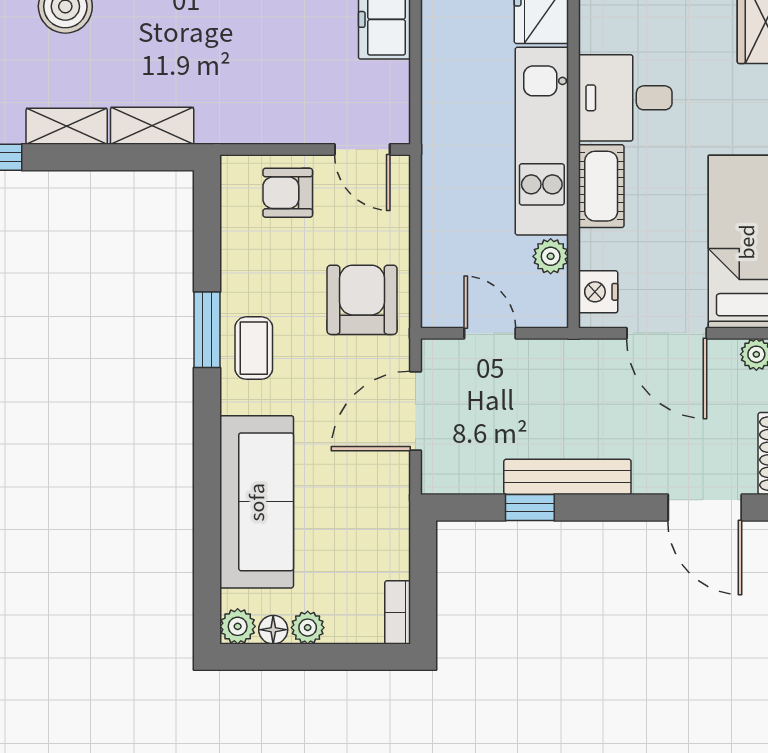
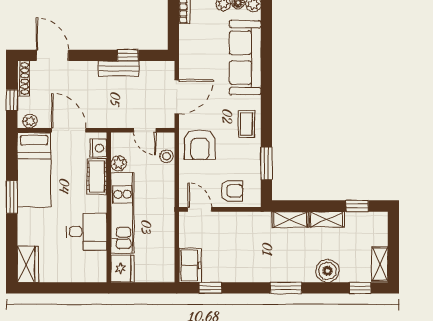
cot: (601, 186) -> (97, 177), moved
stool: (439, 273) -> (166, 156), added
window: (207, 330) -> (266, 163), moved
bench: (567, 477) -> (119, 68), width x0.73

